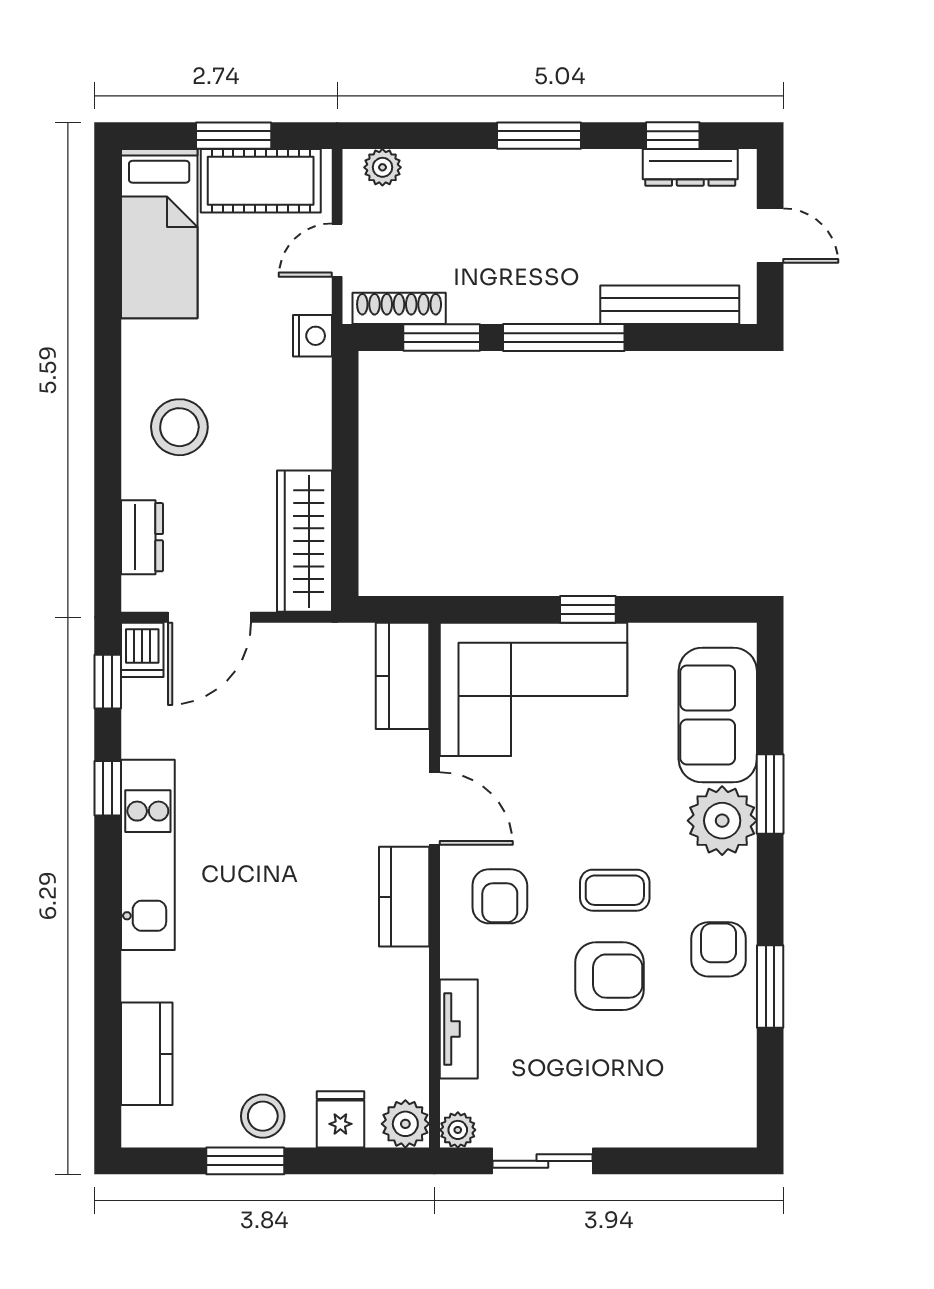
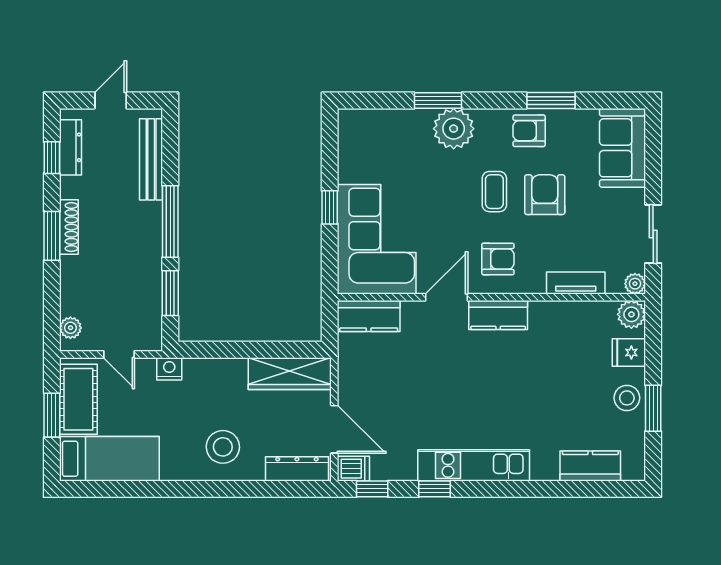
shoe rack: (399, 308) -> (69, 227), moved, turned 180
dresser: (142, 537) -> (297, 469), width x1.44
sofa: (718, 715) -> (622, 148), moved, turned 90

